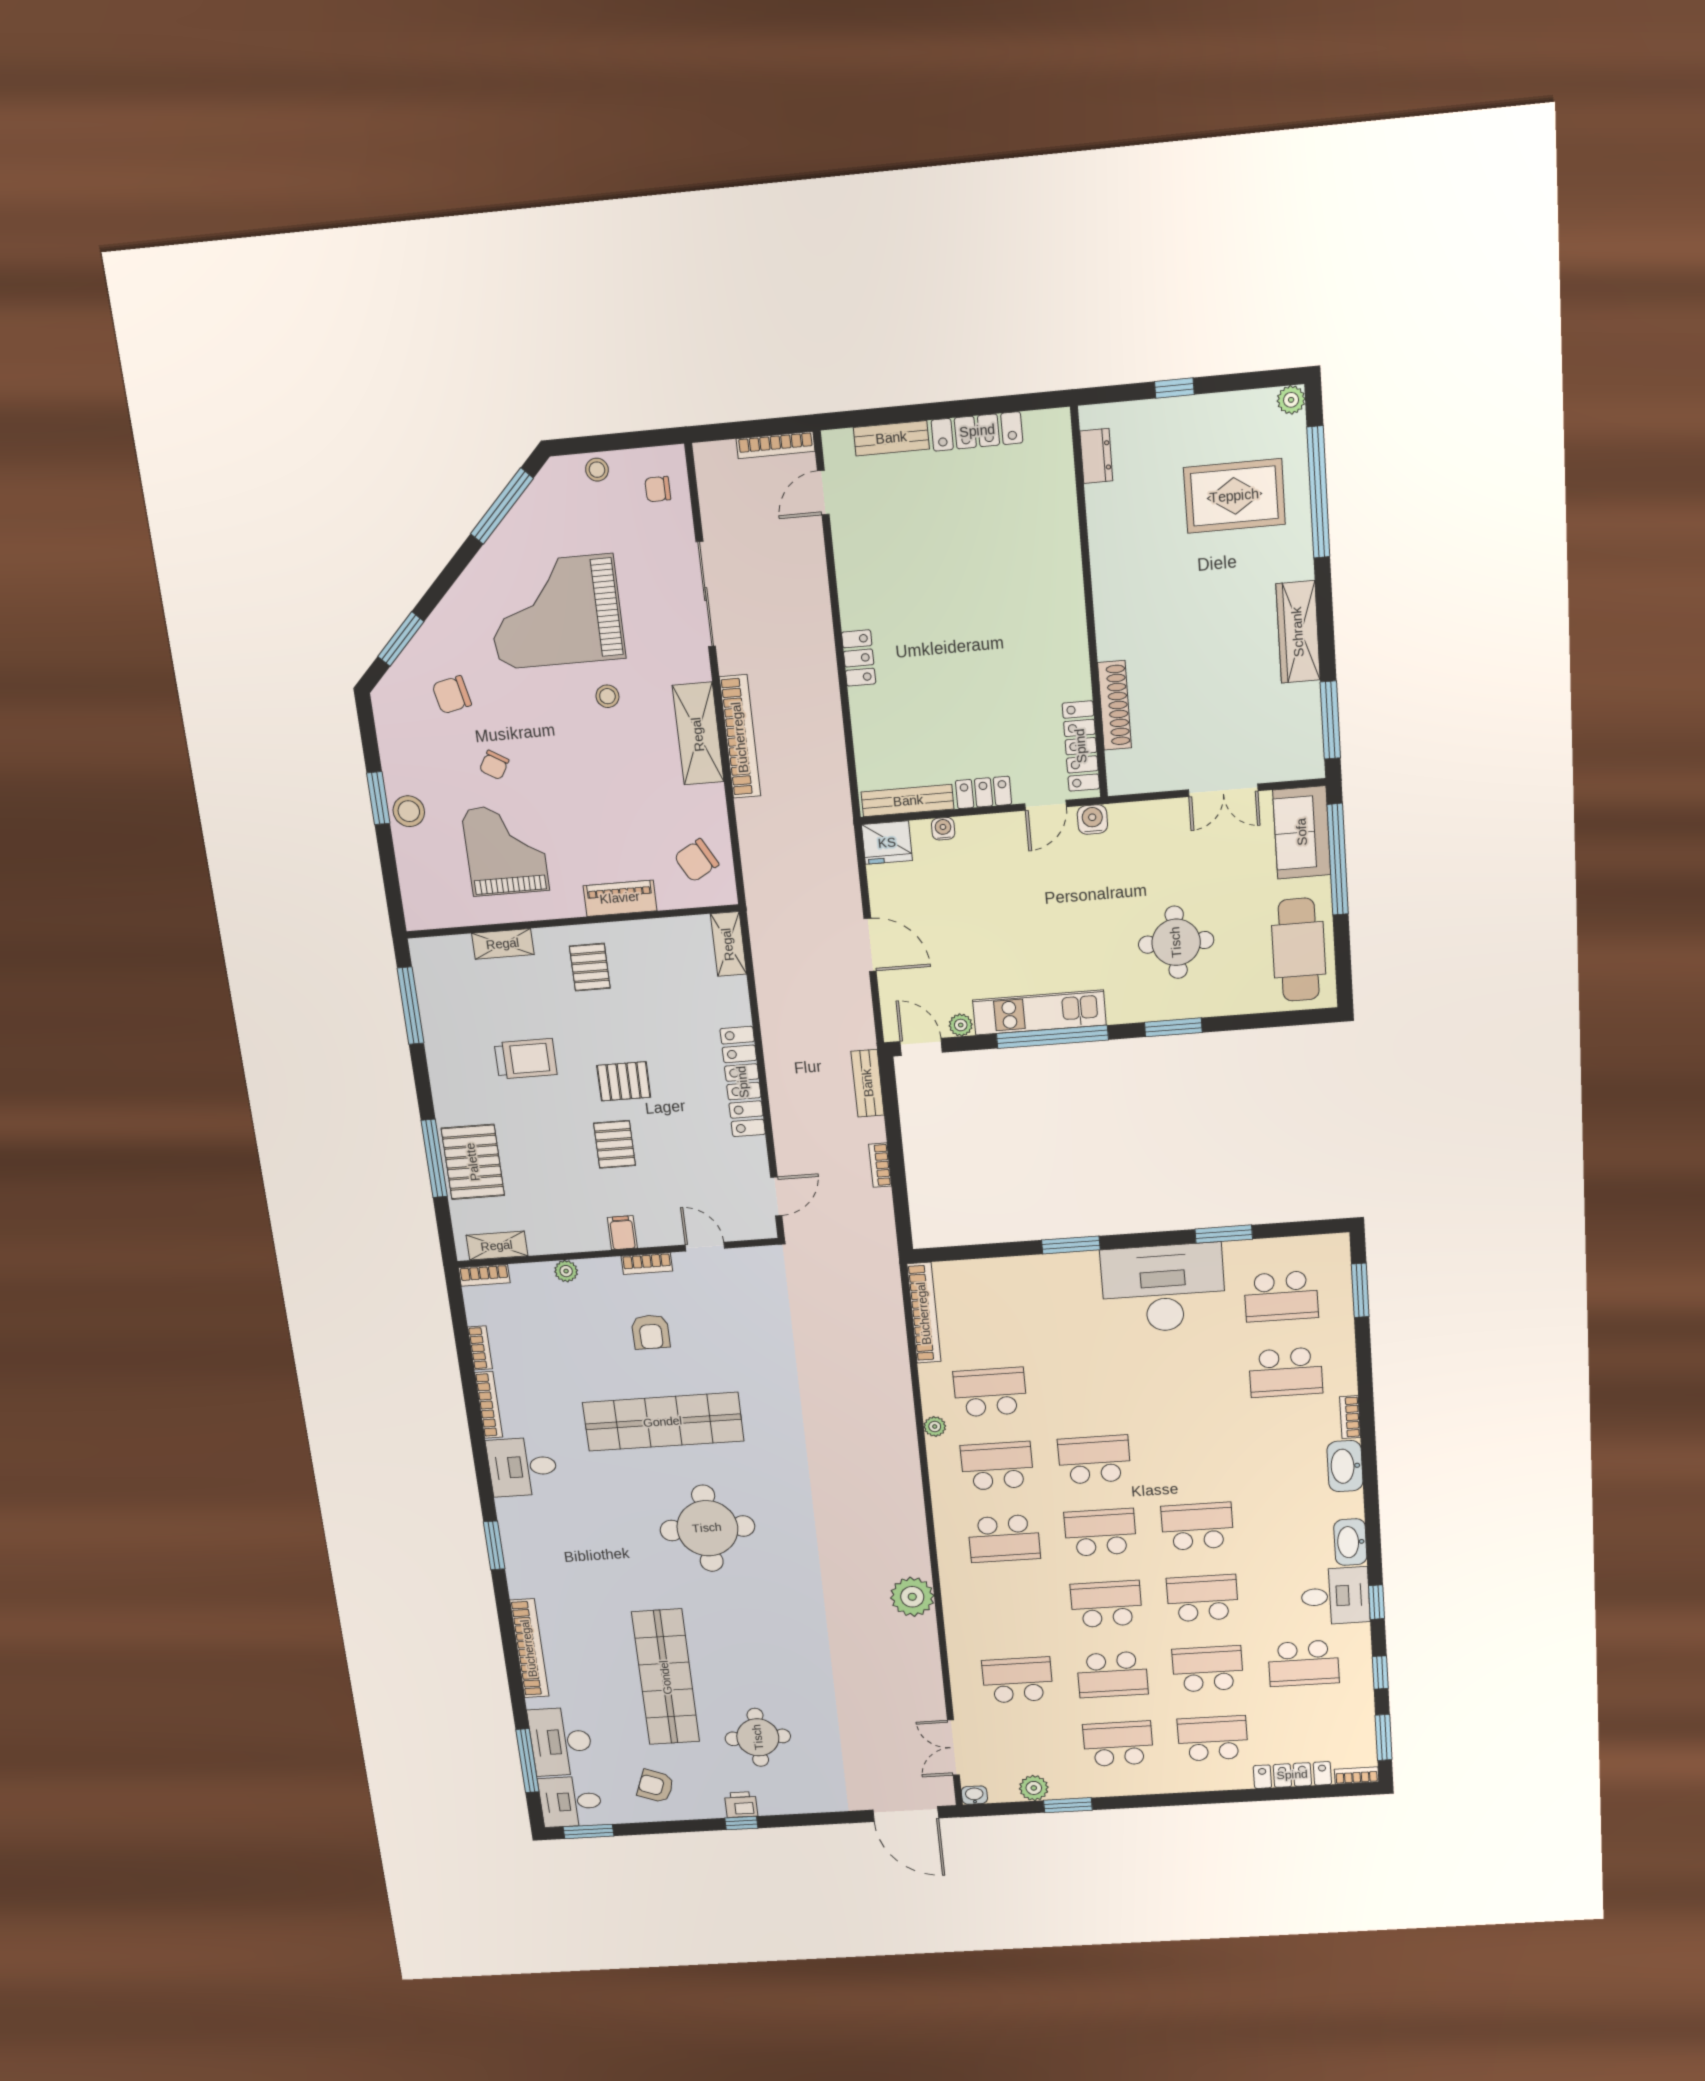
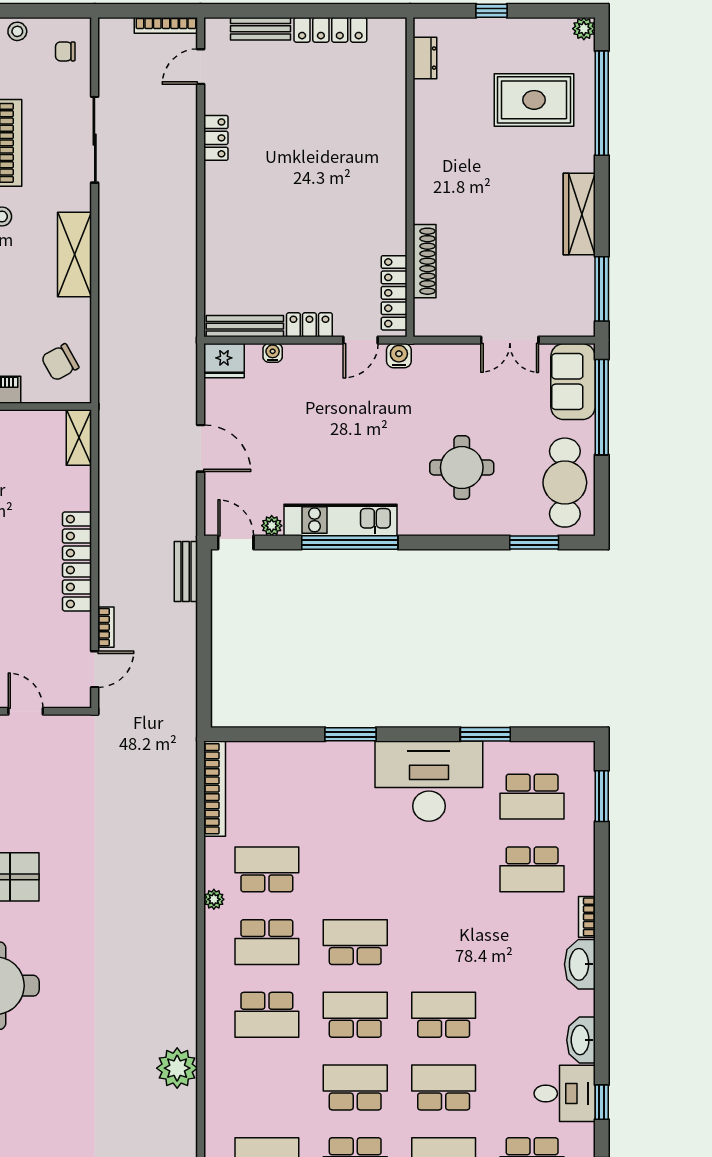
locker: (859, 658) -> (216, 138), moved
bookcase: (740, 737) -> (109, 260), removed
window: (1173, 1027) -> (534, 542), moved
bookcase: (880, 1165) -> (106, 627), moved, turned 180
school desk: (997, 1466) -> (267, 942), turned 180

